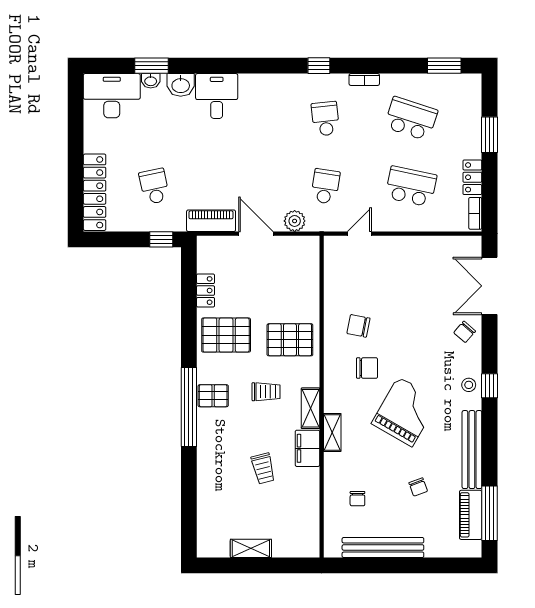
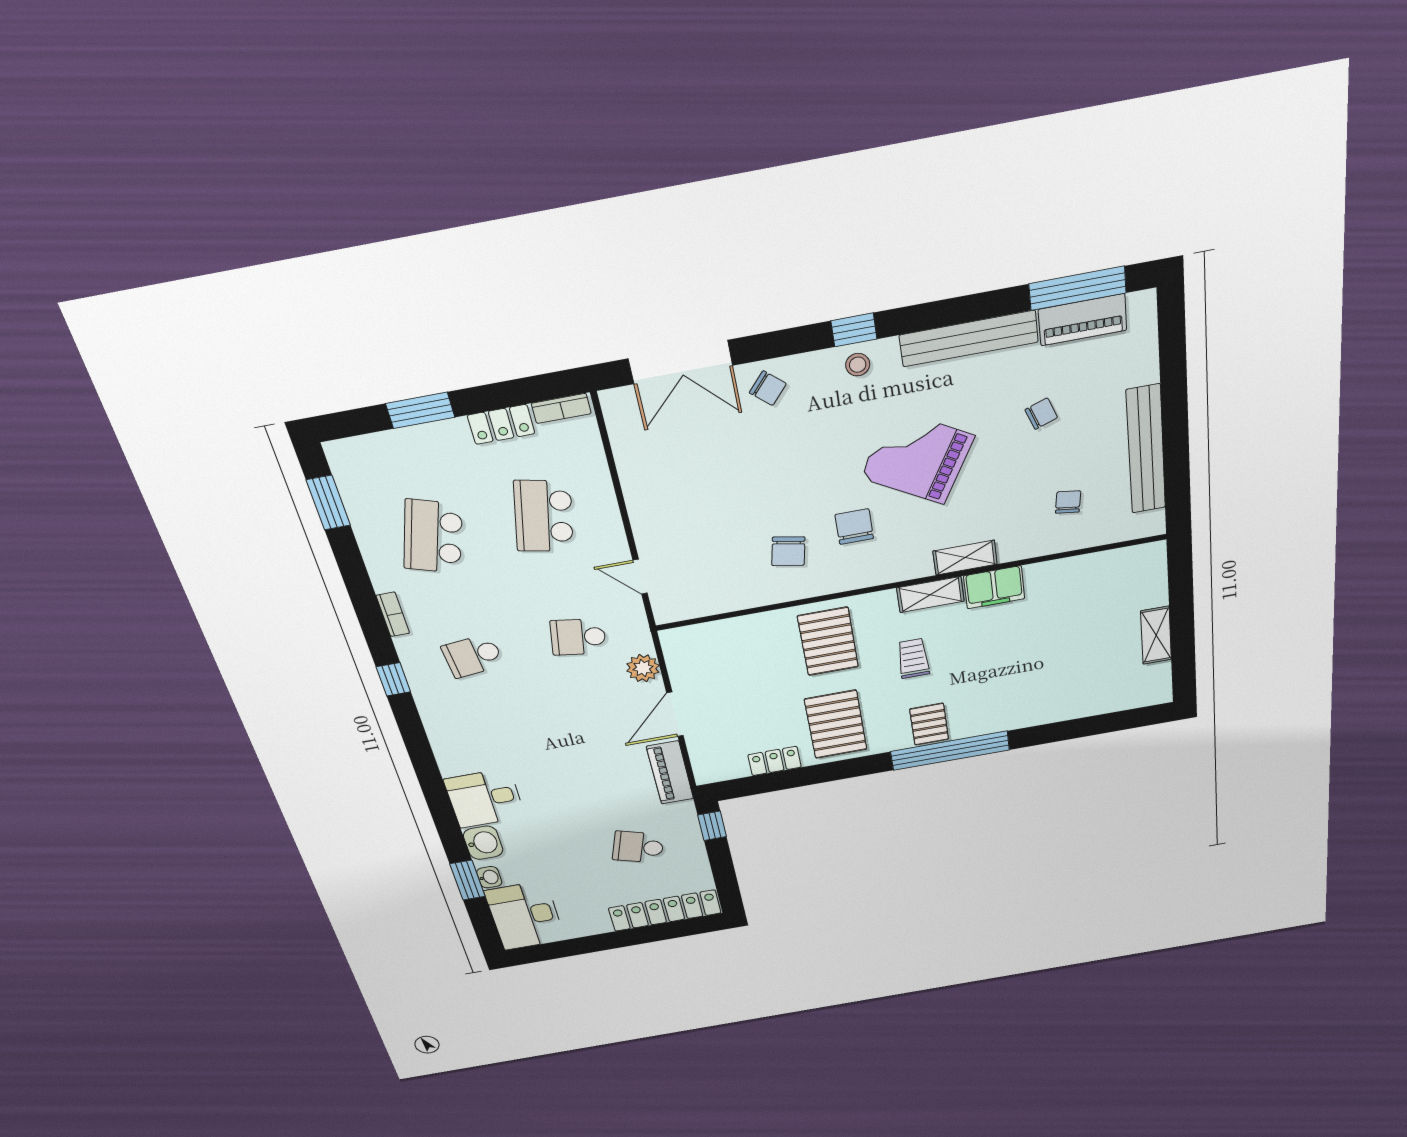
school desk: (154, 186) -> (638, 847), turned 30
trolley: (263, 468) -> (1032, 641), removed
chair: (357, 499) -> (1068, 502), turned -82

